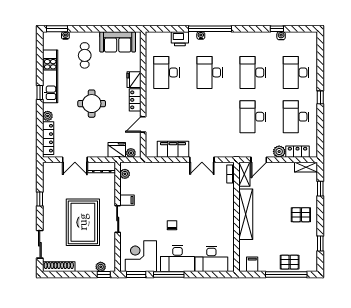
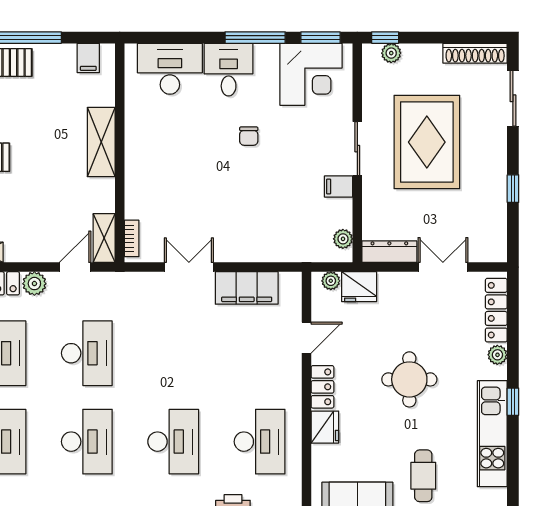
shelving: (246, 214) -> (101, 142), width x0.68
desk: (178, 258) -> (229, 70), width x0.73

